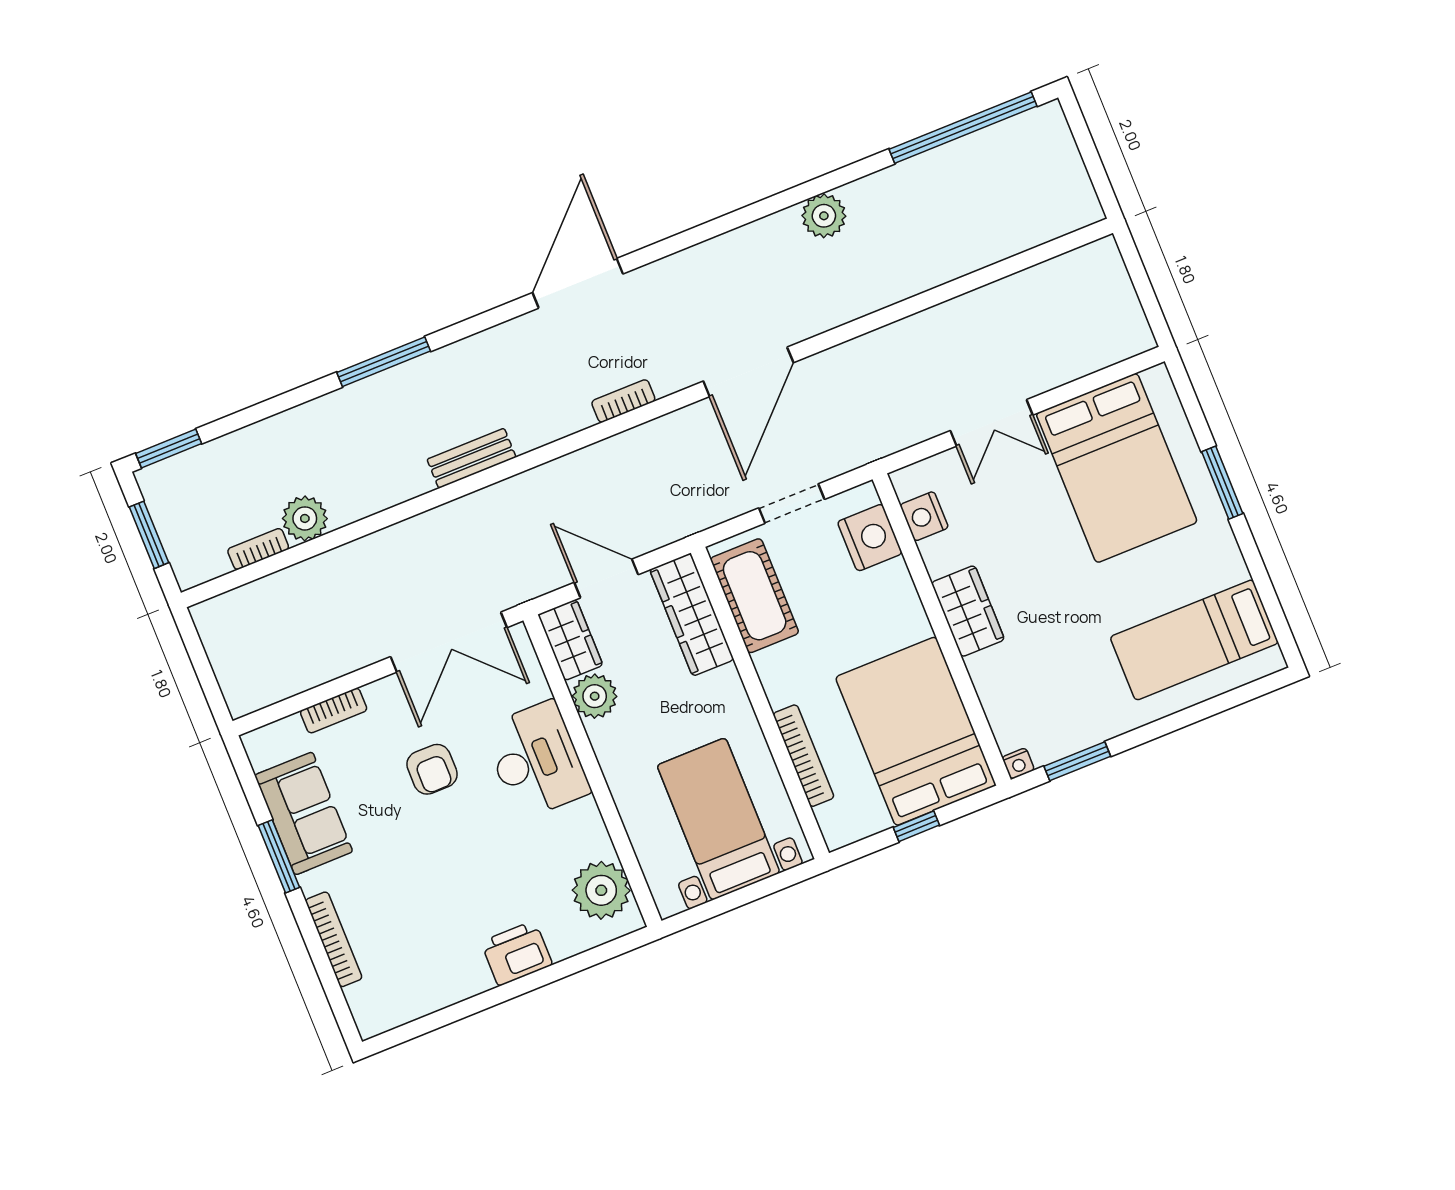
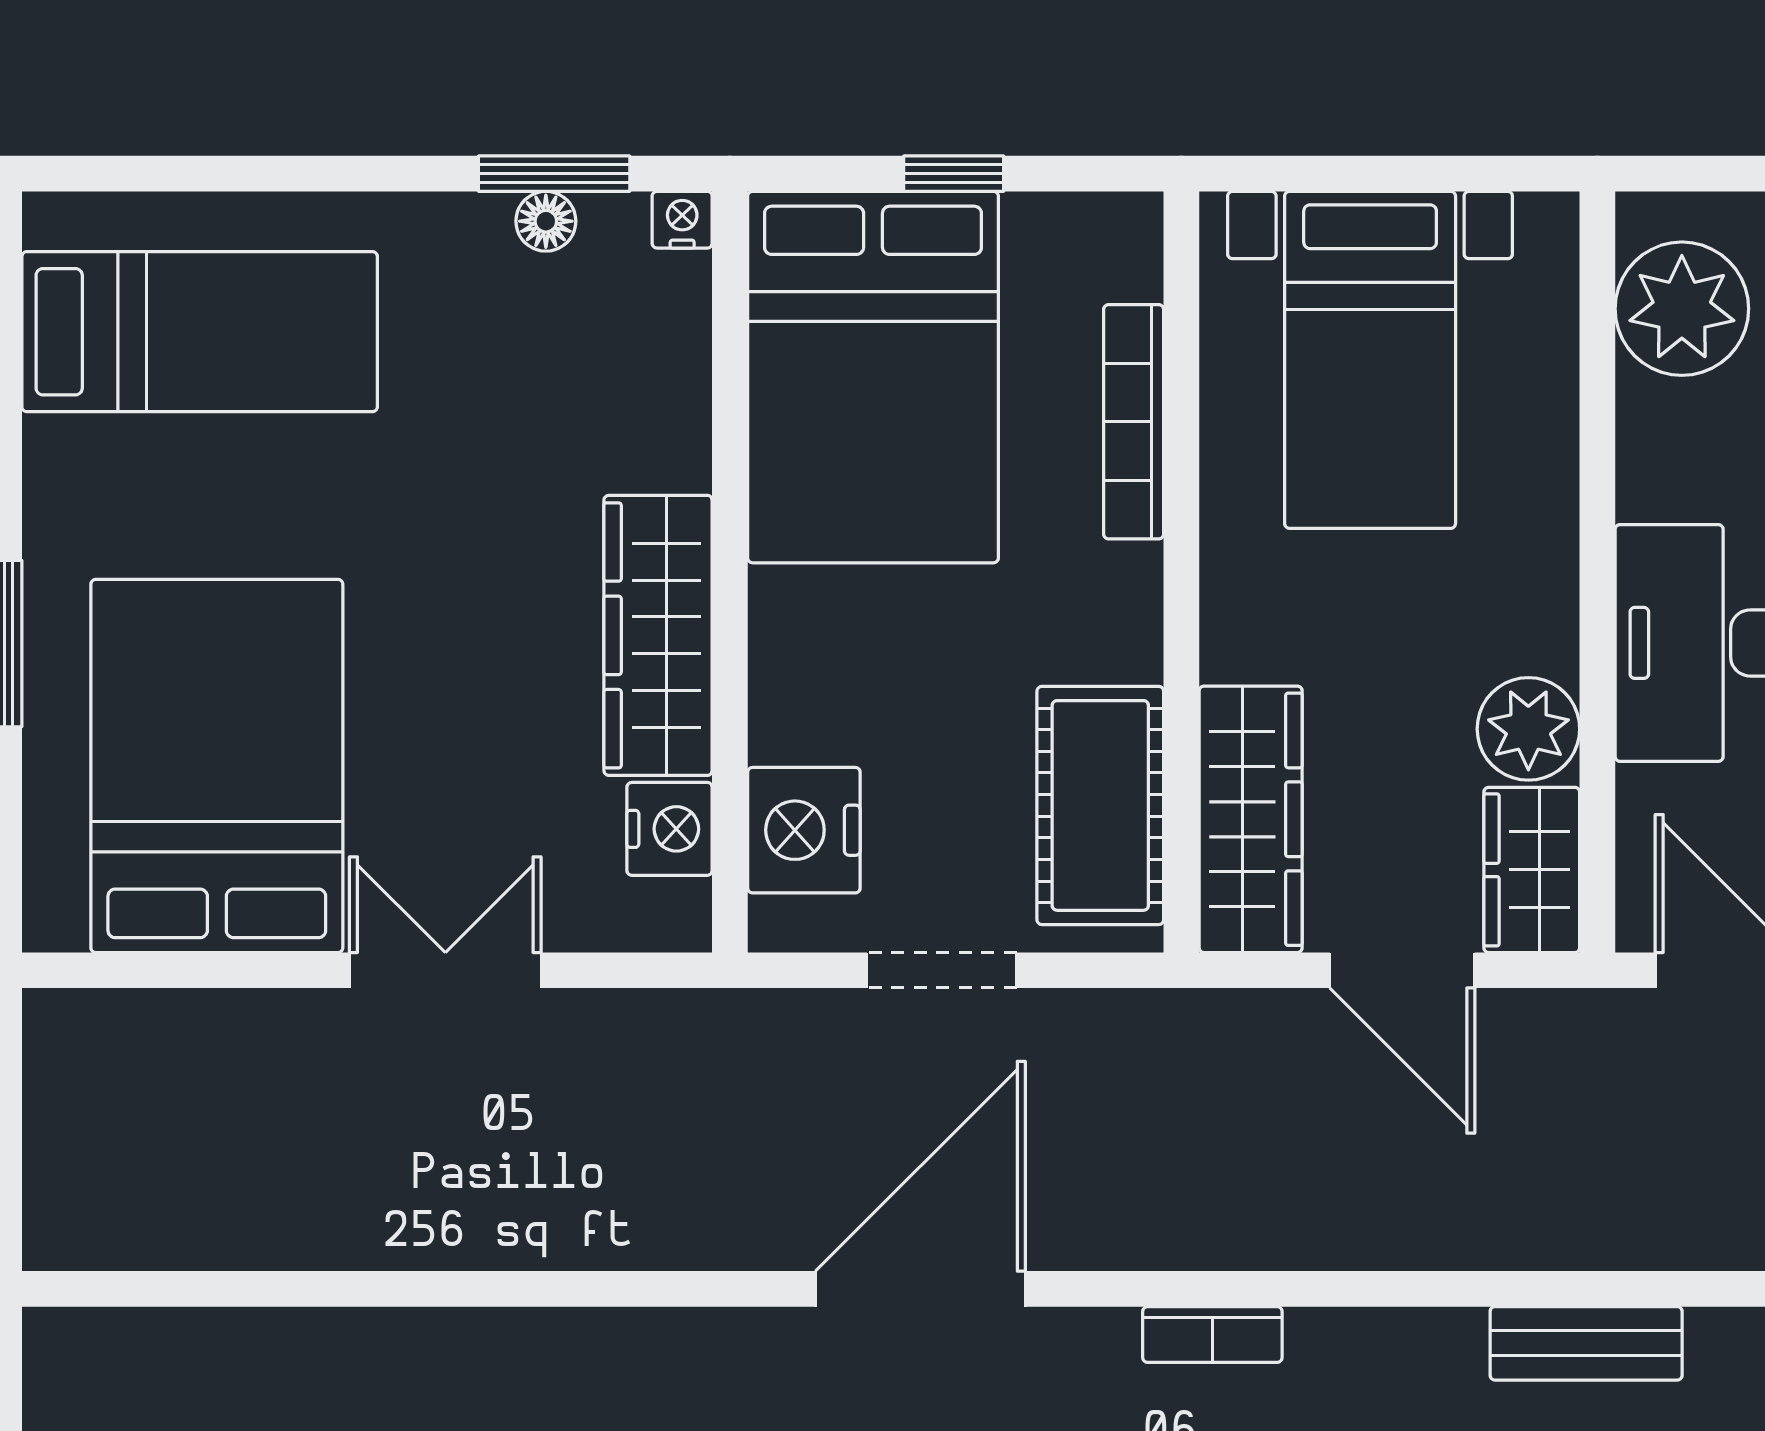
wardrobe: (968, 611) -> (658, 635), width x1.50
floor lamp: (1073, 741) -> (546, 221), added

